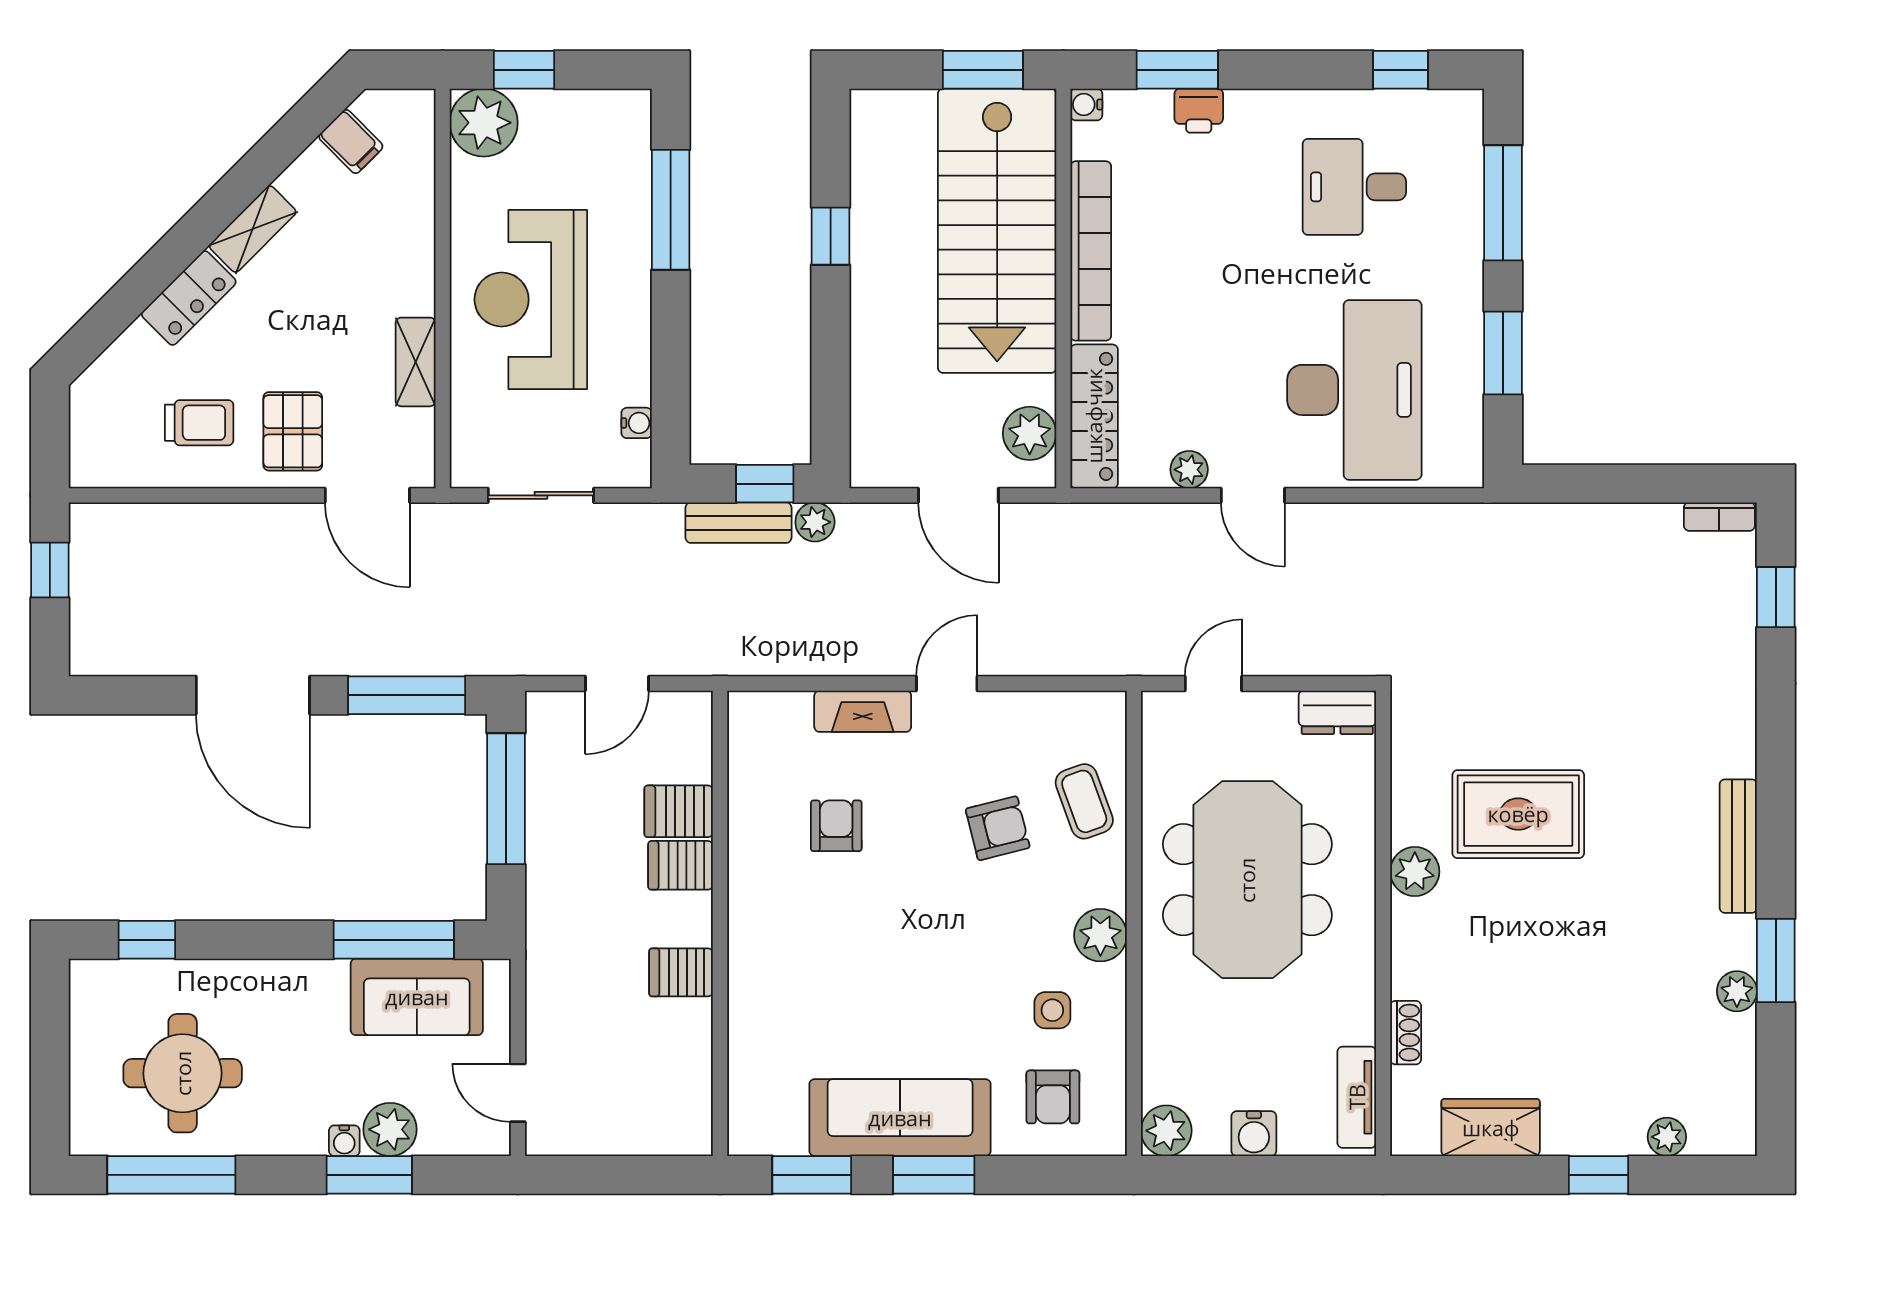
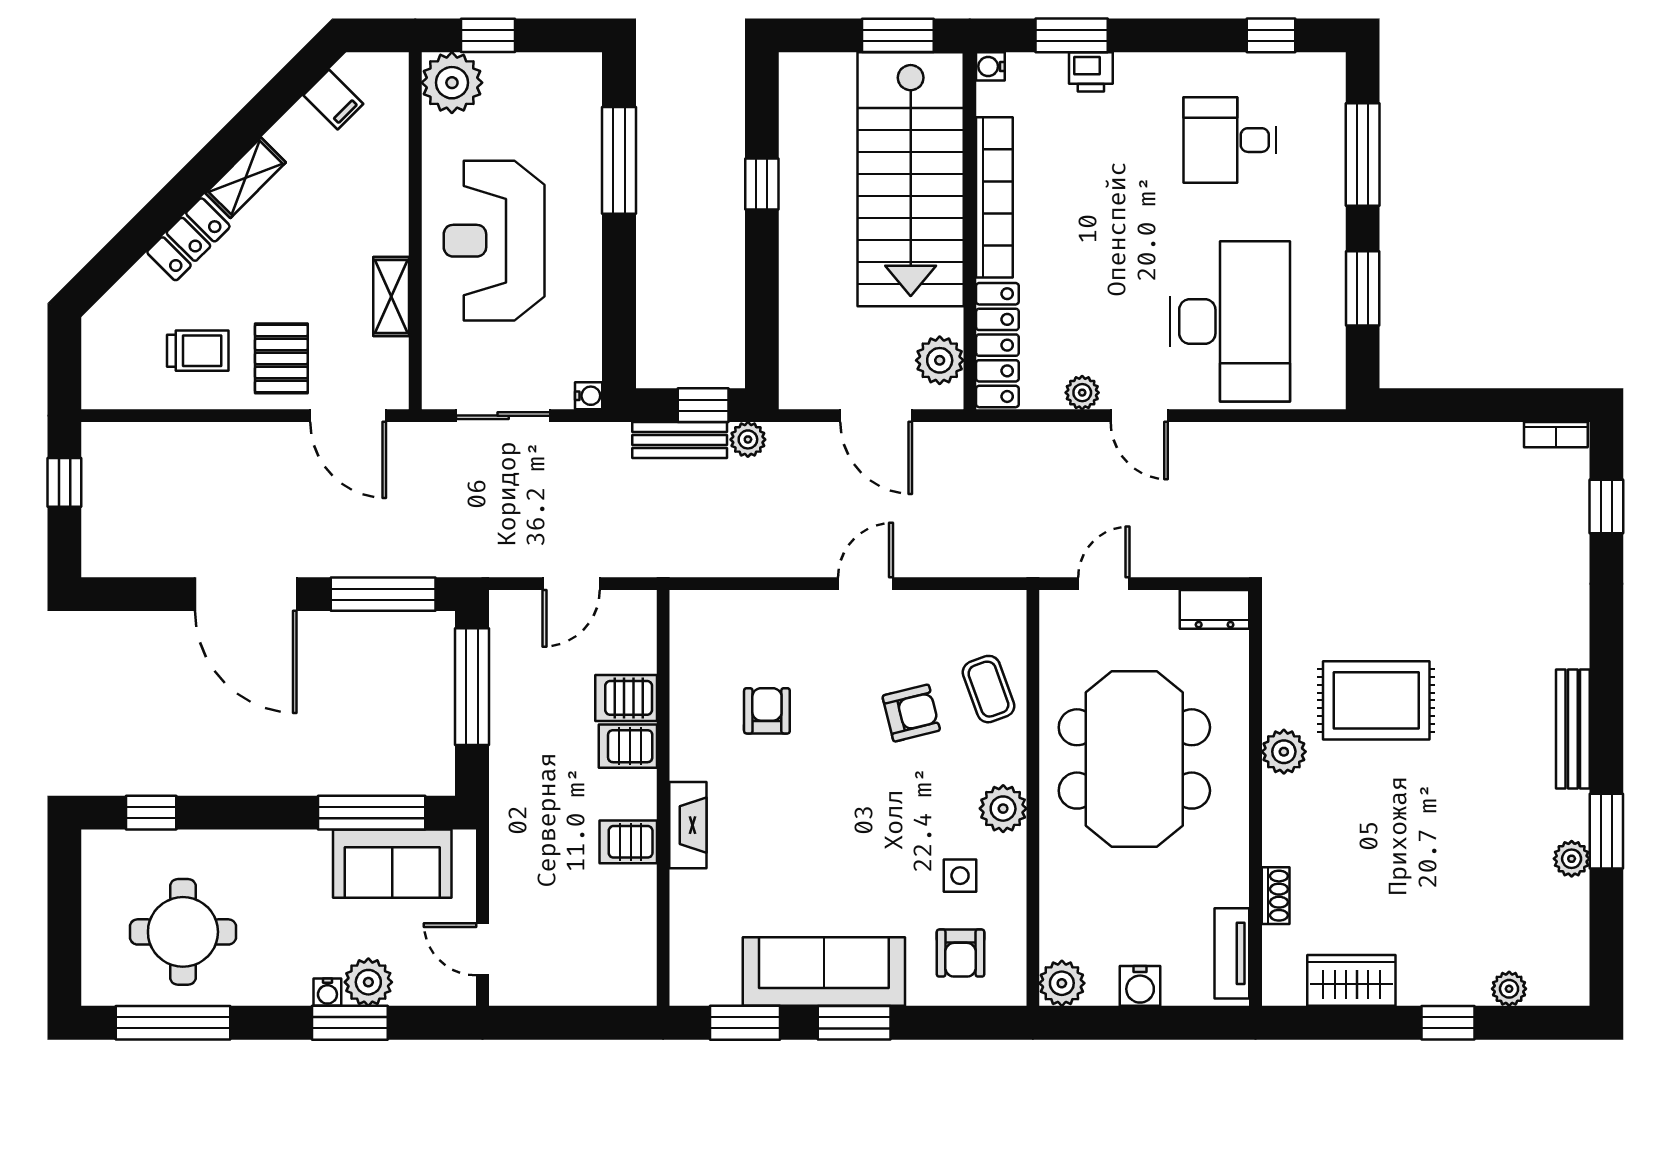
water cooler: (637, 423) -> (589, 396), moved
fireplace: (863, 711) -> (688, 825), moved, turned -90

